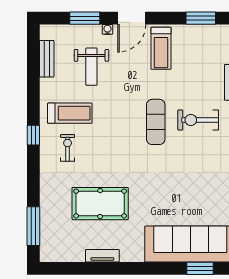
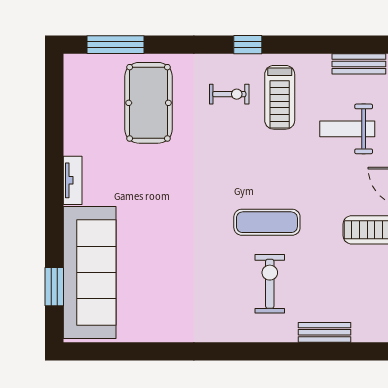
pool table: (100, 204) -> (149, 103), moved
tv unit: (102, 256) -> (73, 180), moved

